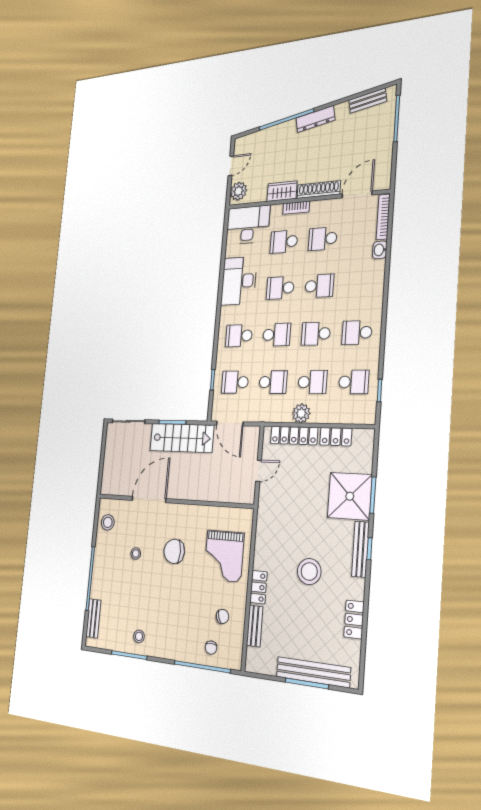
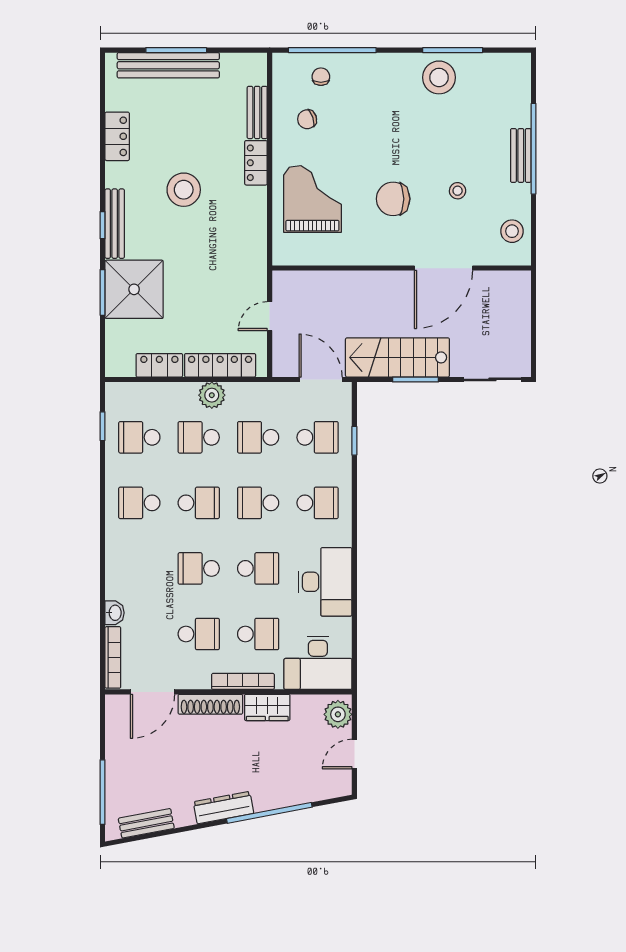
bookcase: (296, 208) -> (243, 681), width x1.56
school desk: (357, 333) -> (139, 503), turned 180
chair: (174, 551) -> (393, 199), turned 180
bench: (93, 618) -> (521, 155), moved
stool: (139, 636) -> (439, 77), width x1.89, depth x1.89

